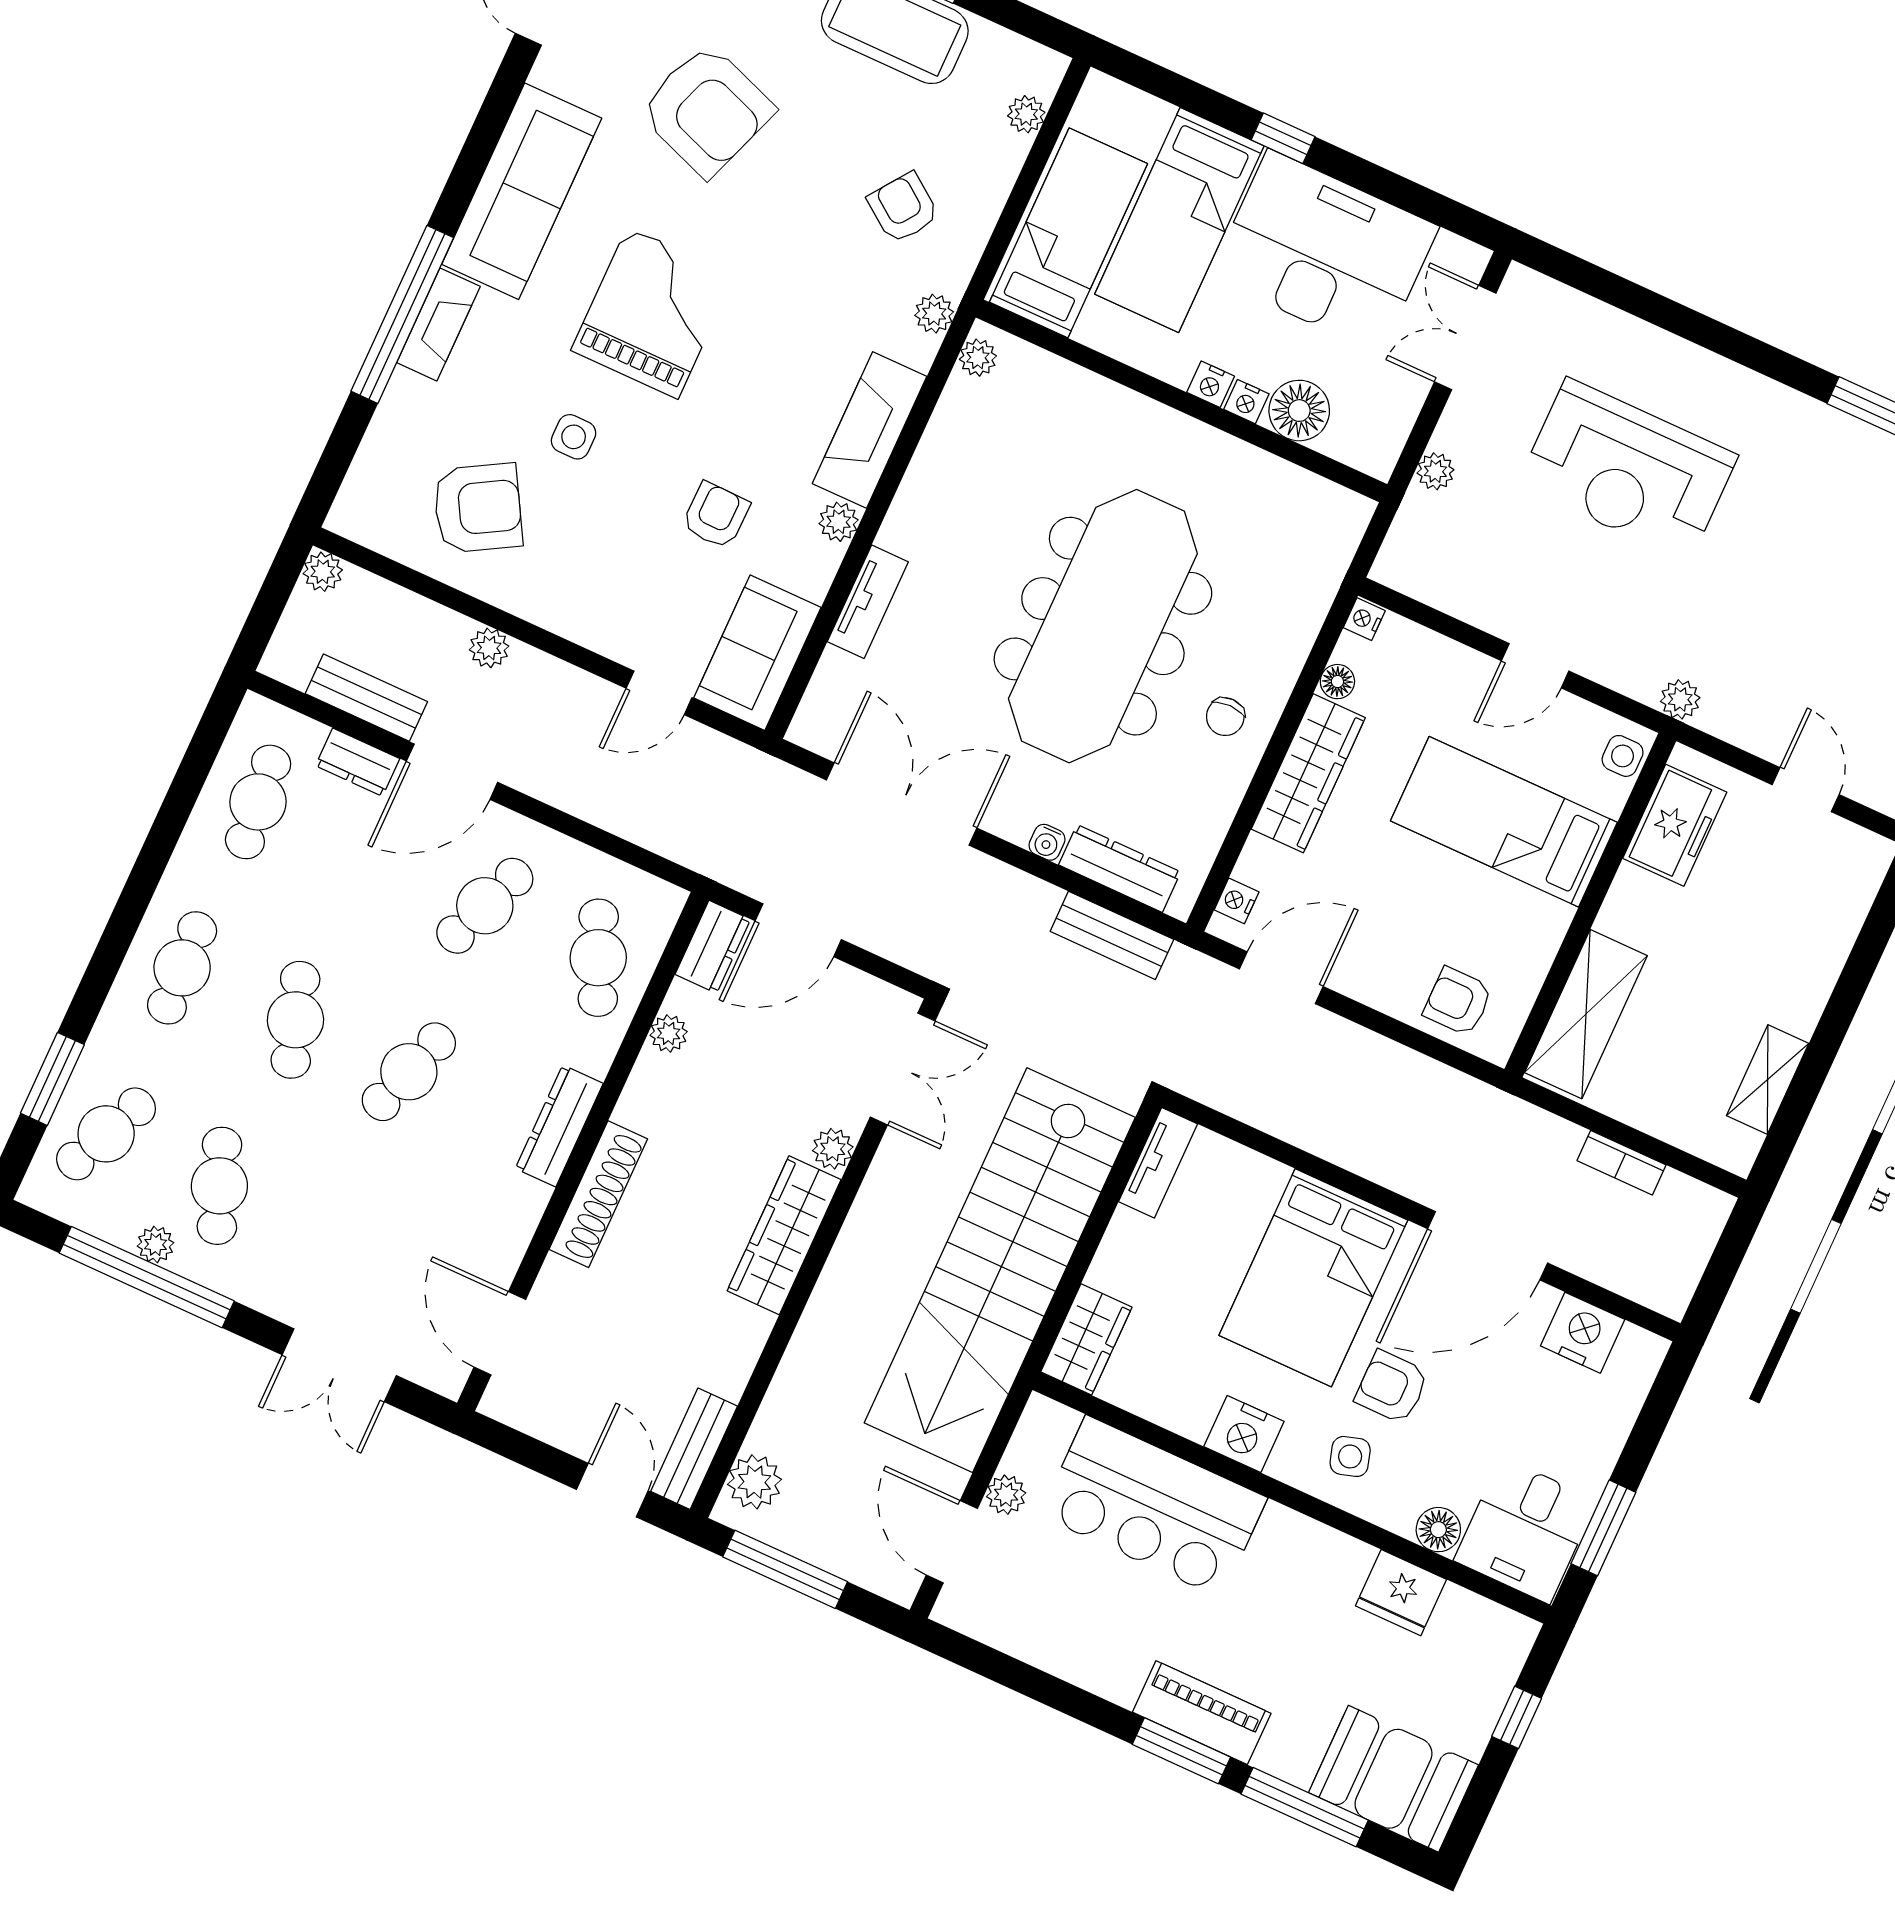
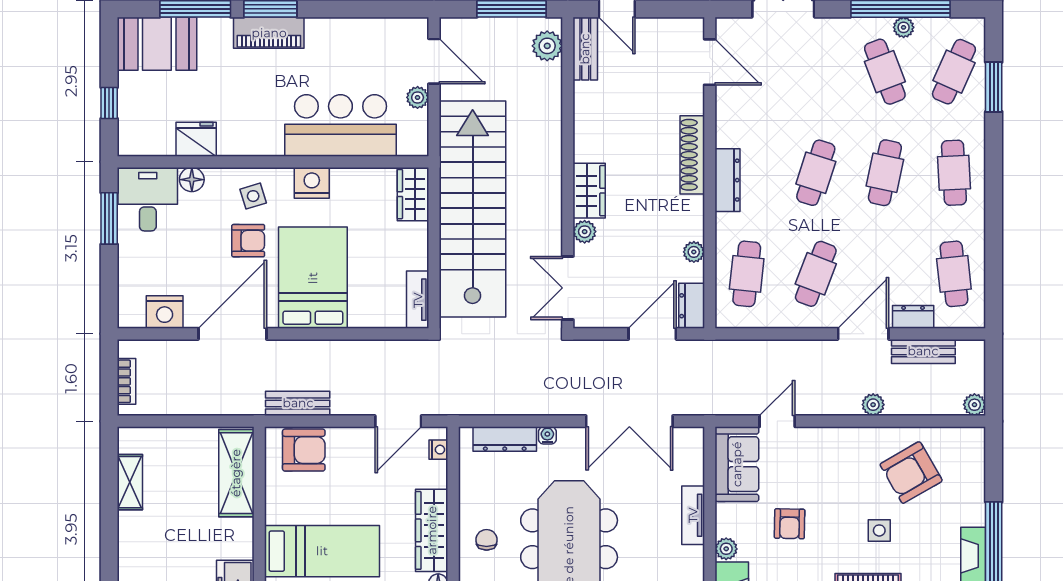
bench: (1112, 935) -> (298, 403), moved
cafe table: (598, 958) -> (747, 274), turned 30
armchair: (1458, 1001) -> (304, 450), width x1.38, depth x1.38
cafe table: (295, 1020) -> (885, 173), turned 30
bookcase: (1622, 1163) -> (126, 381), moved, turned 90
wardrobe: (784, 1235) -> (589, 191), width x0.67

